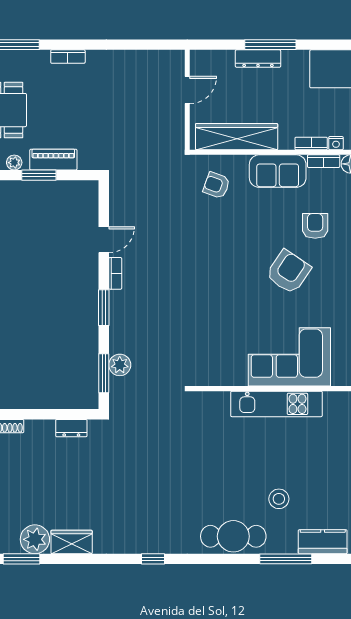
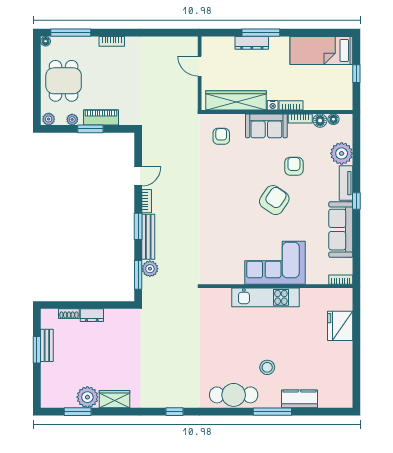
door: (187, 90) -> (200, 66), swing flipped
nightstand: (336, 143) -> (273, 105), moved
armchair: (216, 185) -> (221, 136), turned 70
bench: (117, 322) -> (148, 237), added
dresser: (71, 428) -> (92, 315), moved

